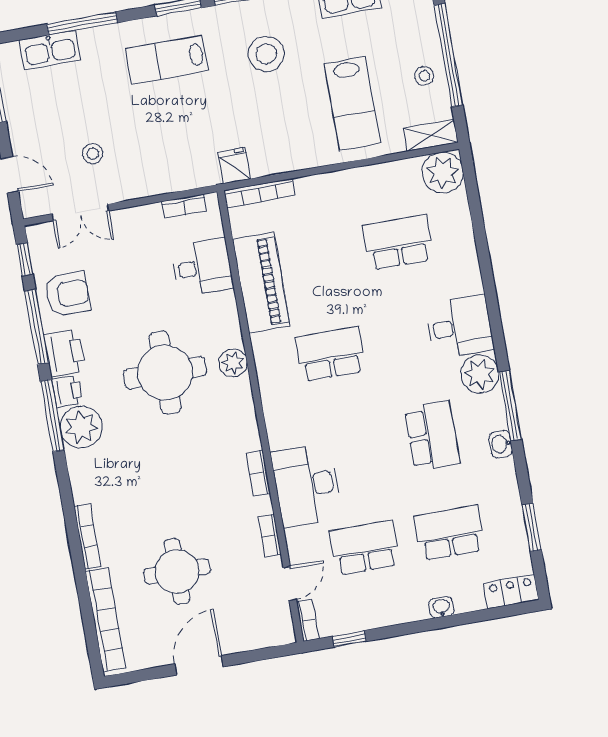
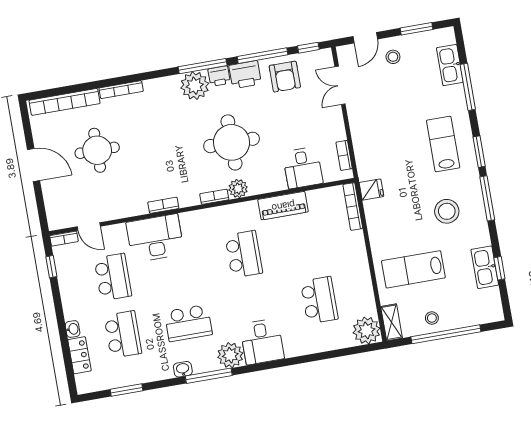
stool: (93, 154) -> (393, 57), moved
piano: (261, 283) -> (283, 206), width x0.73, depth x0.75
bookcase: (270, 536) -> (214, 197), moved
locker: (511, 592) -> (79, 355), moved

